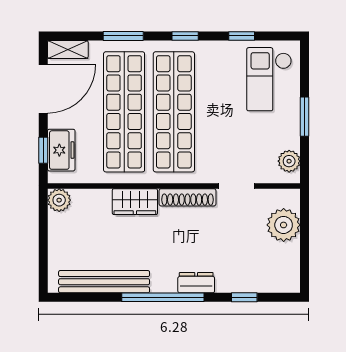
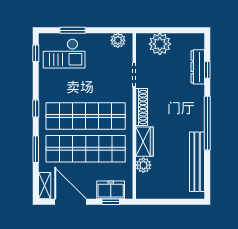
window: (242, 36) -> (36, 53), moved
window: (305, 117) -> (73, 30), moved
plant: (59, 200) -> (143, 165), moved
dresser: (196, 283) -> (198, 67), moved, width x1.44

